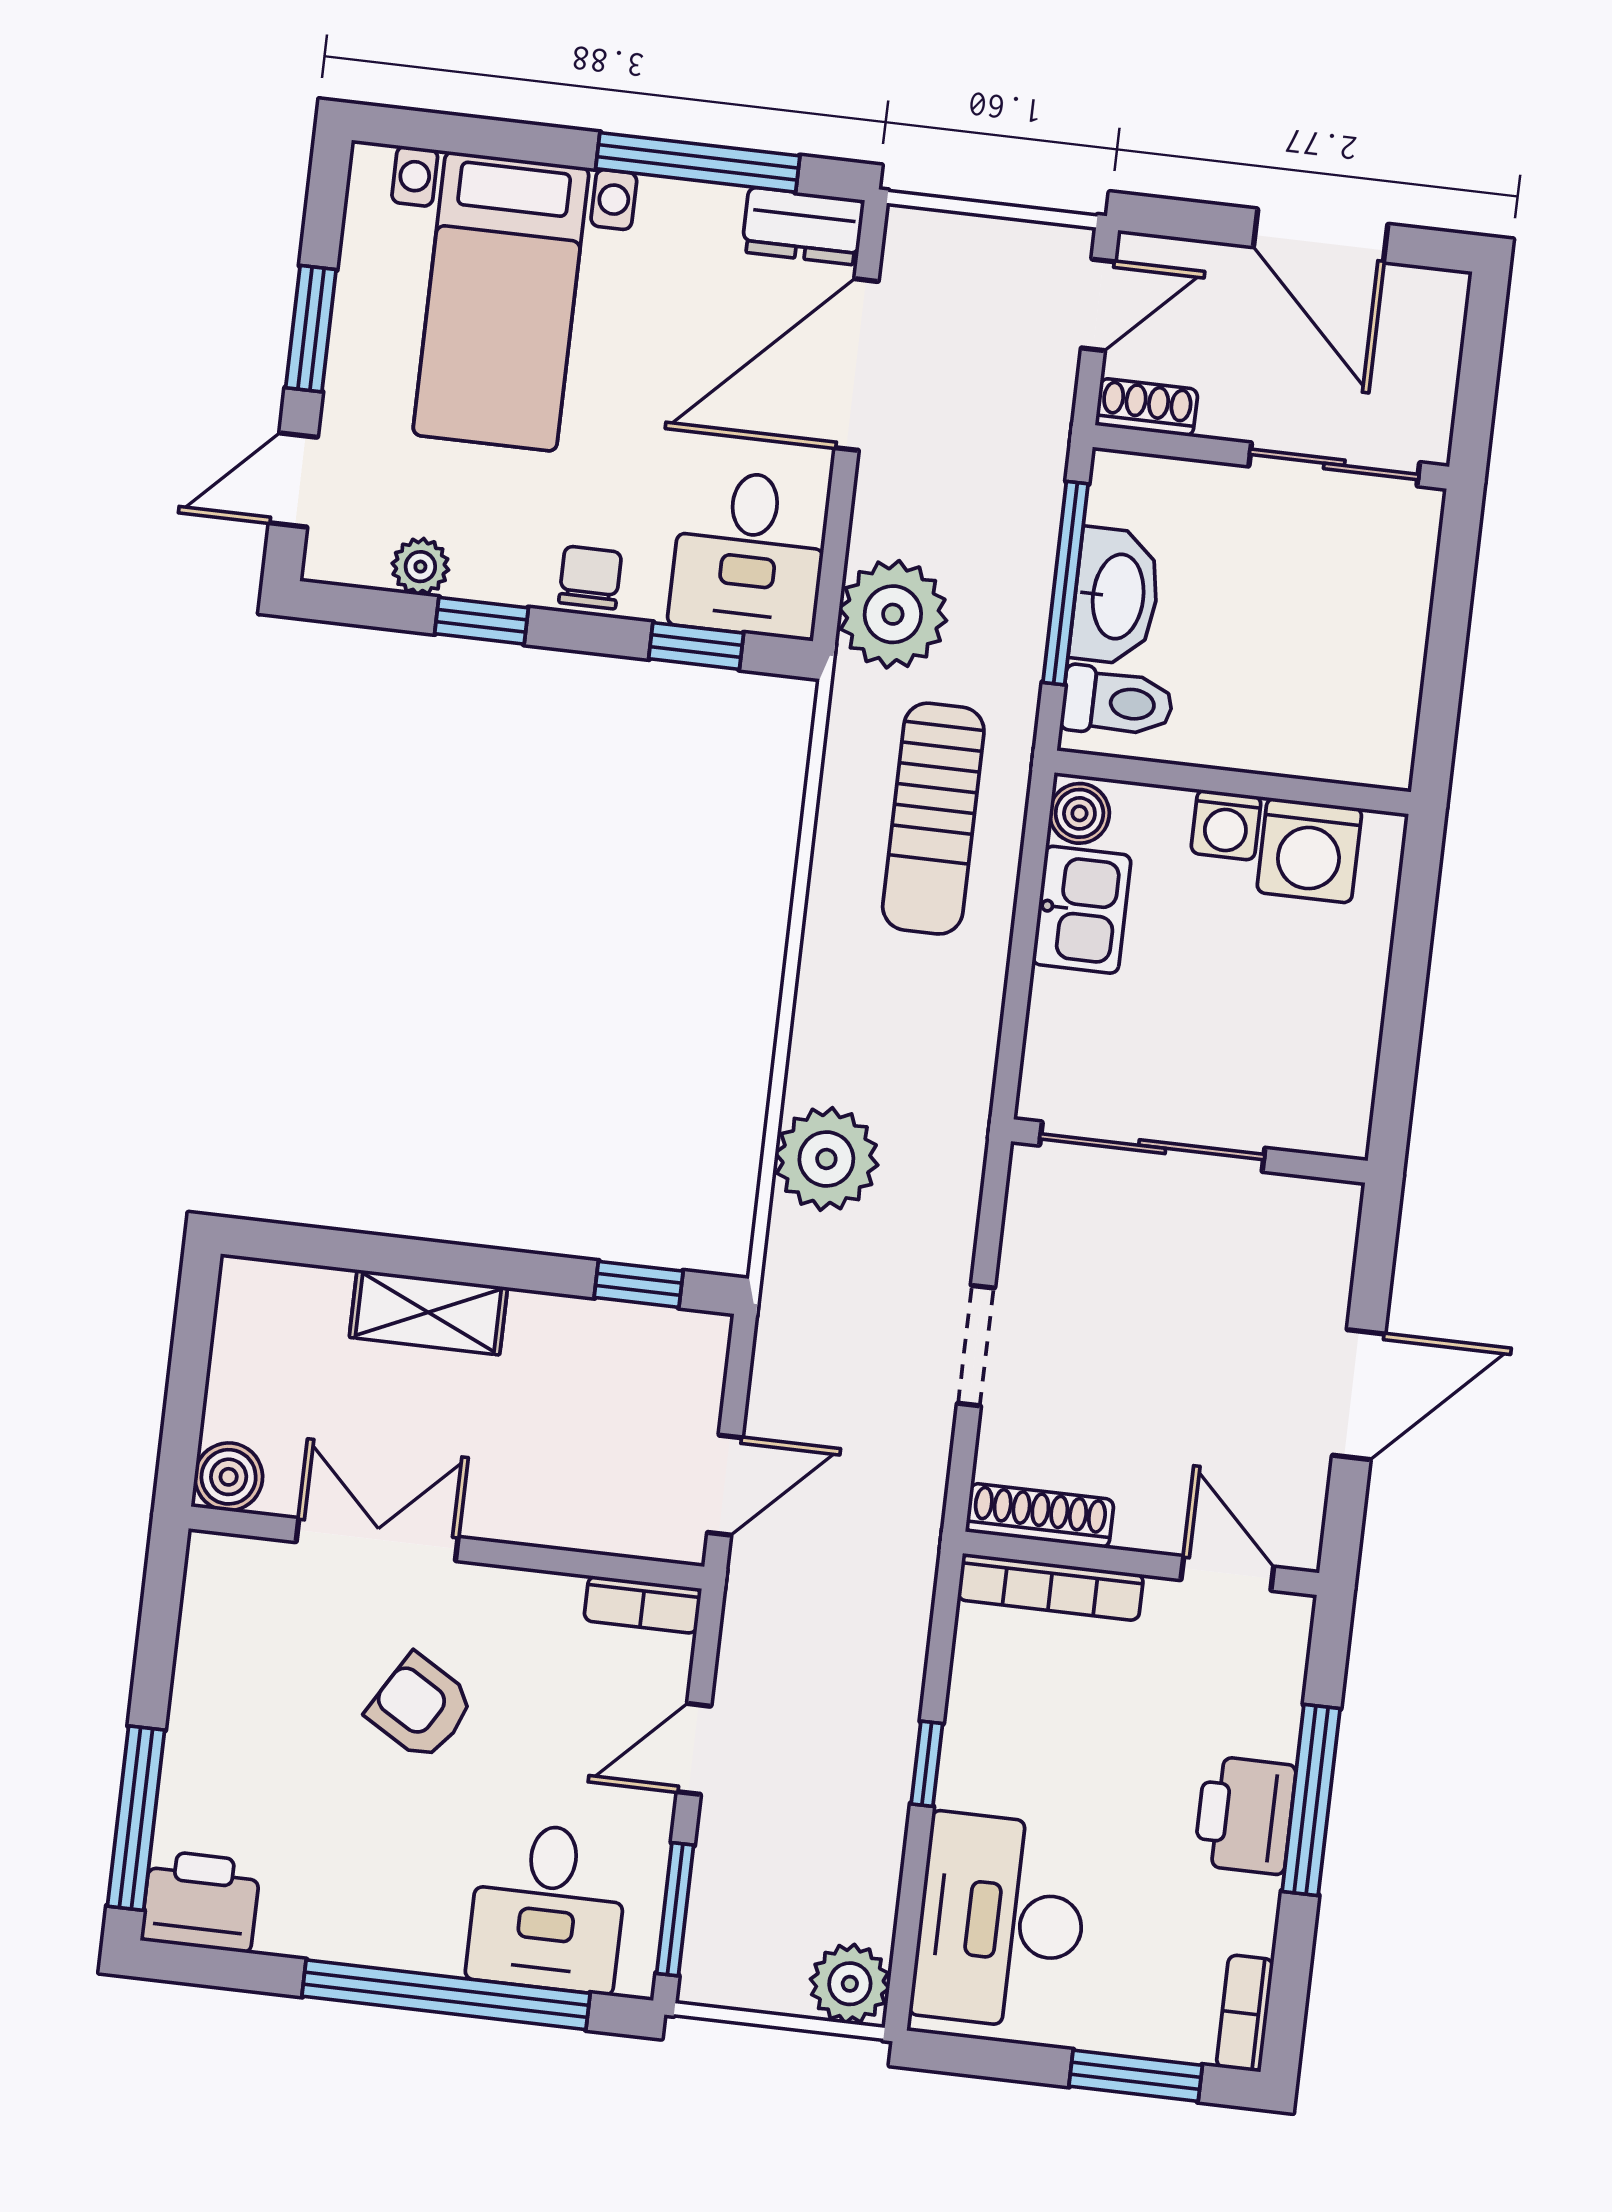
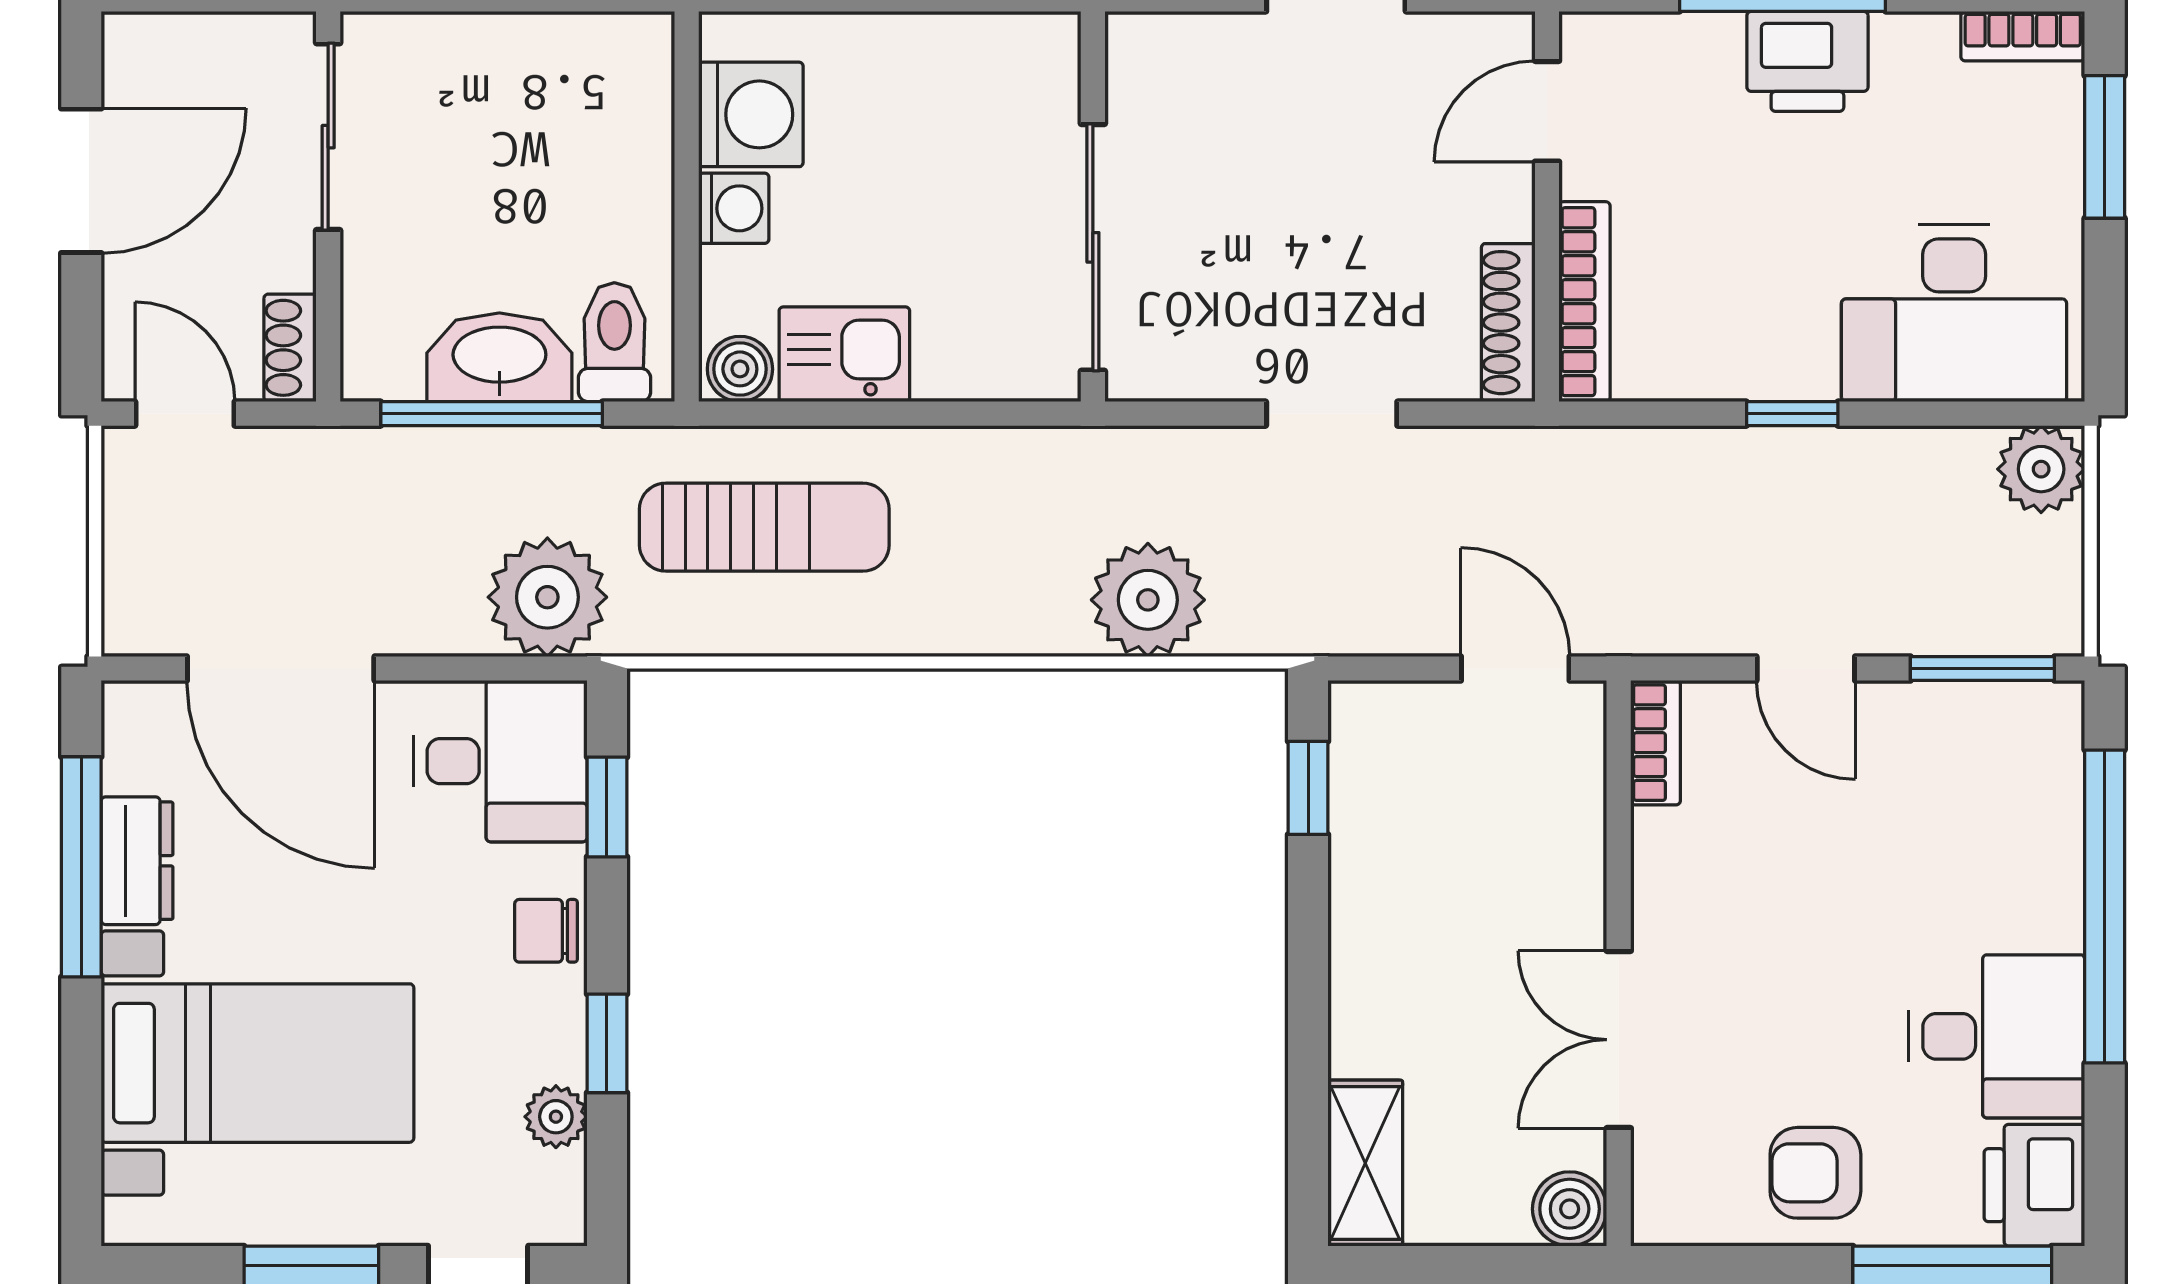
dresser: (803, 226) -> (137, 861), moved
shelving: (428, 1312) -> (1365, 1163), moved
armchair: (421, 1707) -> (1815, 1173), moved, turned 59
desk: (548, 1907) -> (1997, 1036), moved

